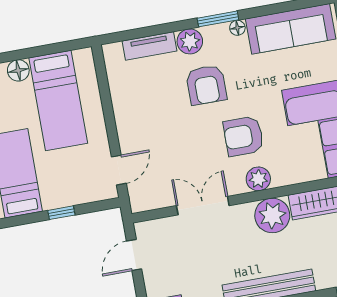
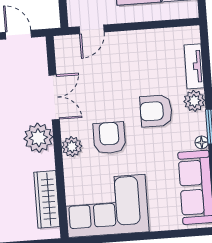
door: (119, 170) -> (92, 29), hinge flipped
plant: (272, 215) -> (38, 138), moved

